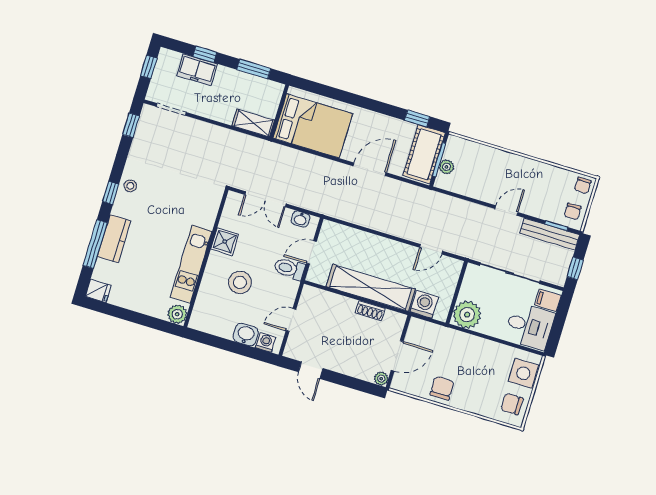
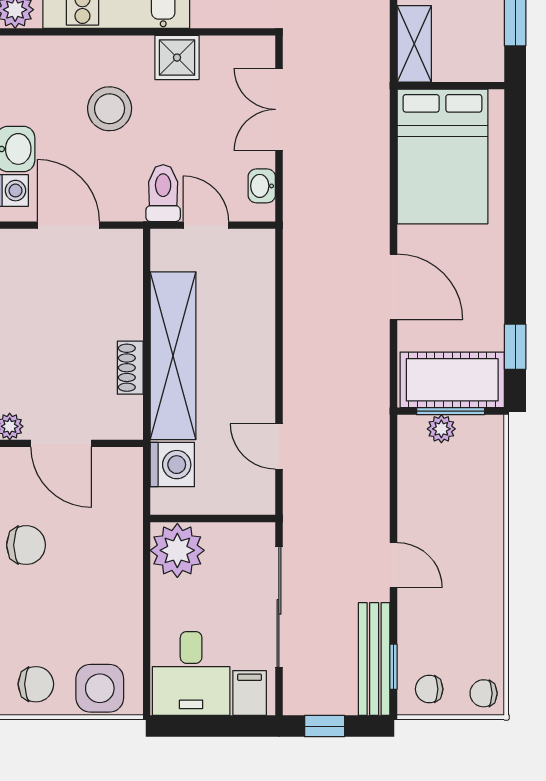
door: (291, 320) -> (68, 225), width x1.38
chair: (512, 404) -> (36, 684), turned 90

